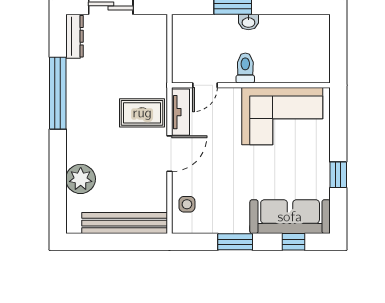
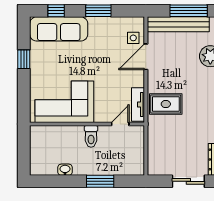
washbasin: (248, 22) -> (65, 170), moved
door: (170, 154) -> (146, 57), moved
window: (110, 242) -> (189, 11), added

